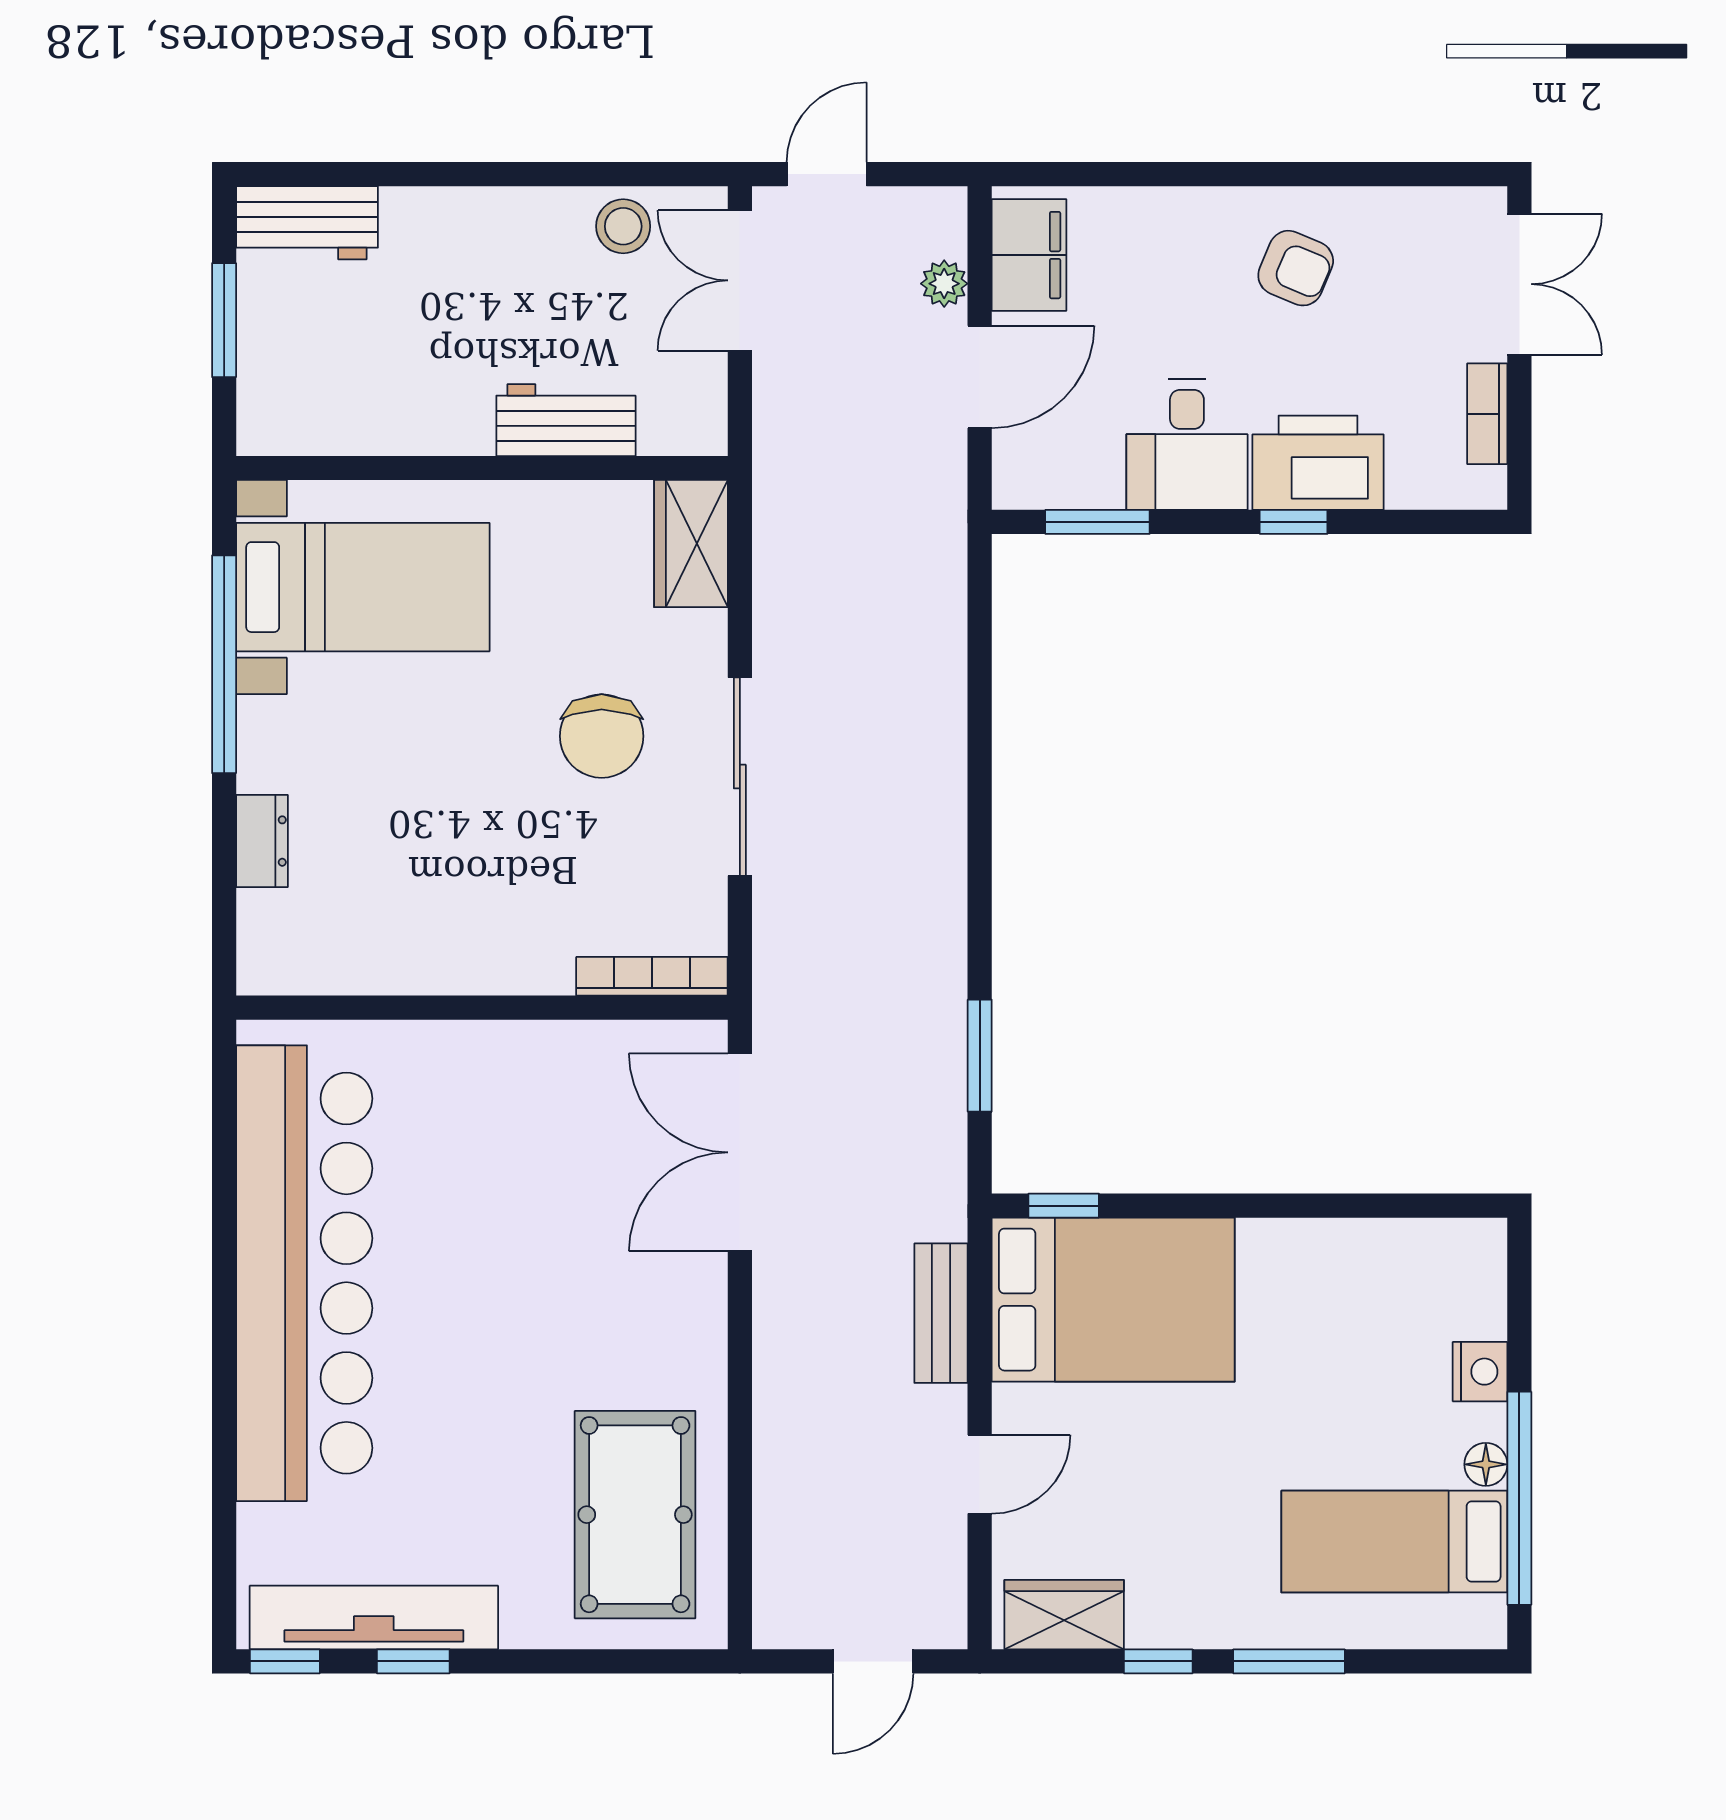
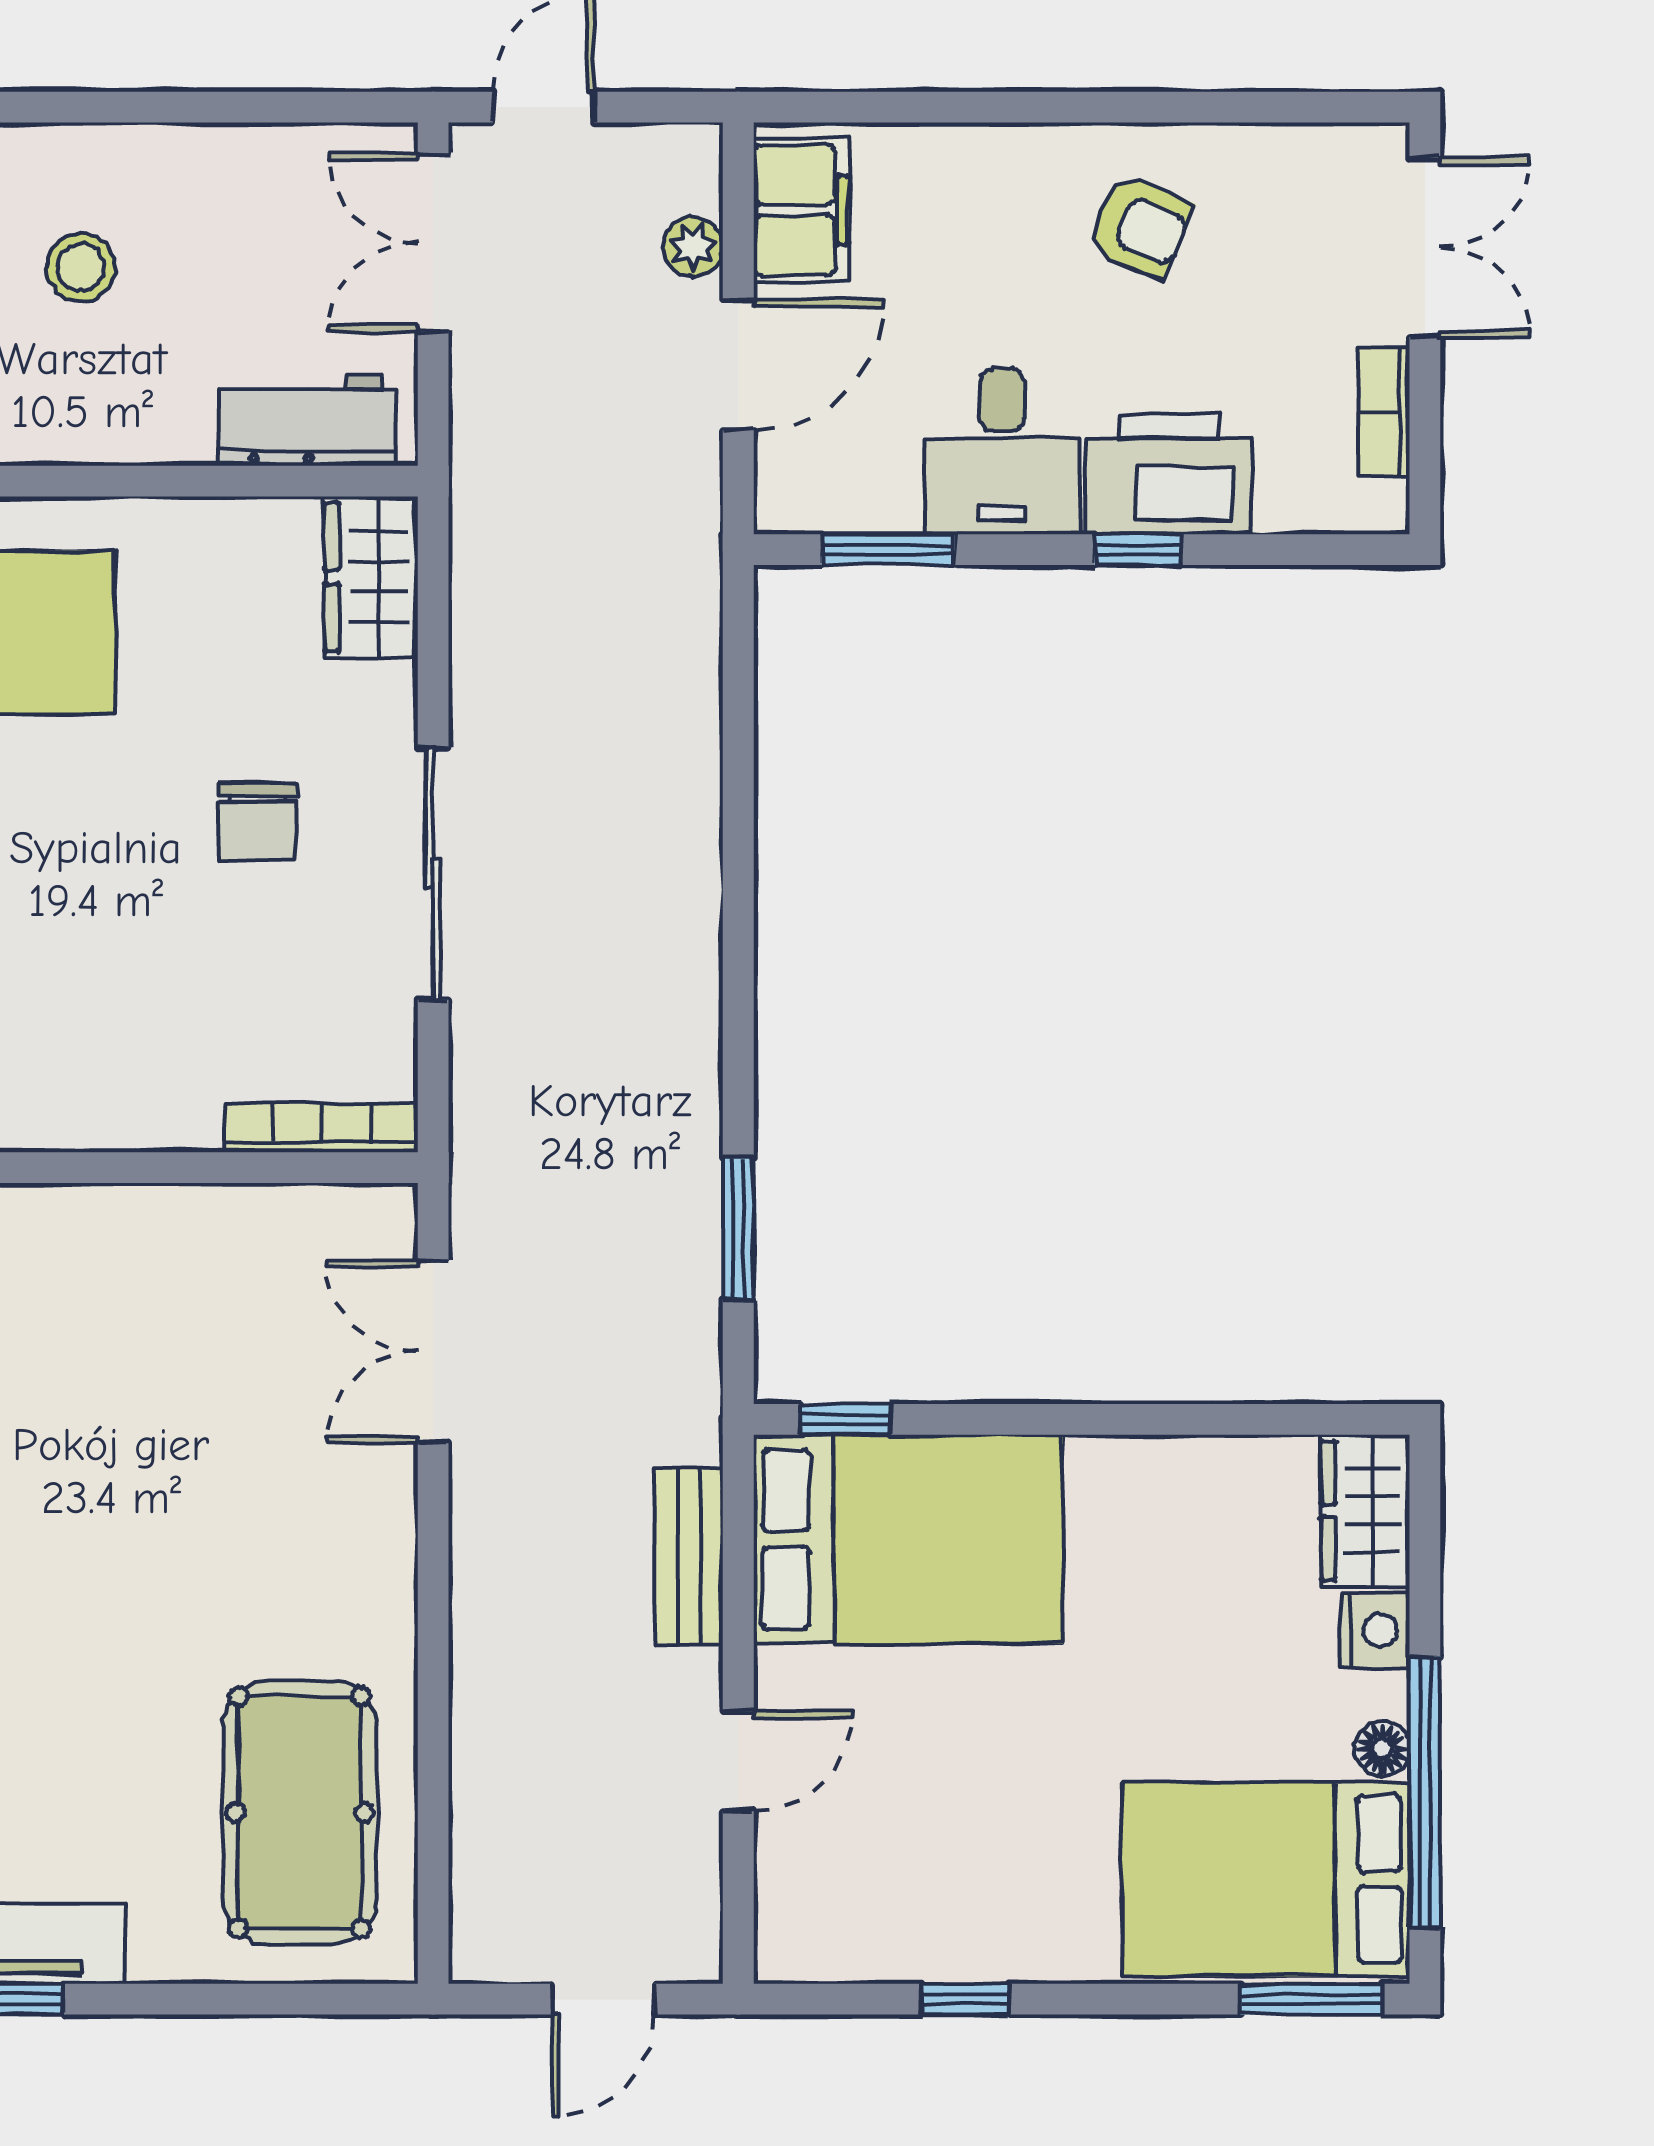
stool: (623, 226) -> (81, 268), moved
workbench: (566, 420) -> (308, 420), moved
chair: (602, 736) -> (257, 822), width x0.73, depth x0.73
double door: (740, 1152) -> (433, 1352), width x0.73
bed: (1394, 1542) -> (1266, 1879), width x1.50
wardrobe: (1064, 1615) -> (1365, 1511), moved, turned -90
window: (1289, 1661) -> (1311, 1999), moved

